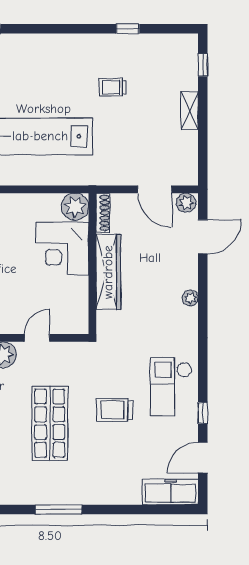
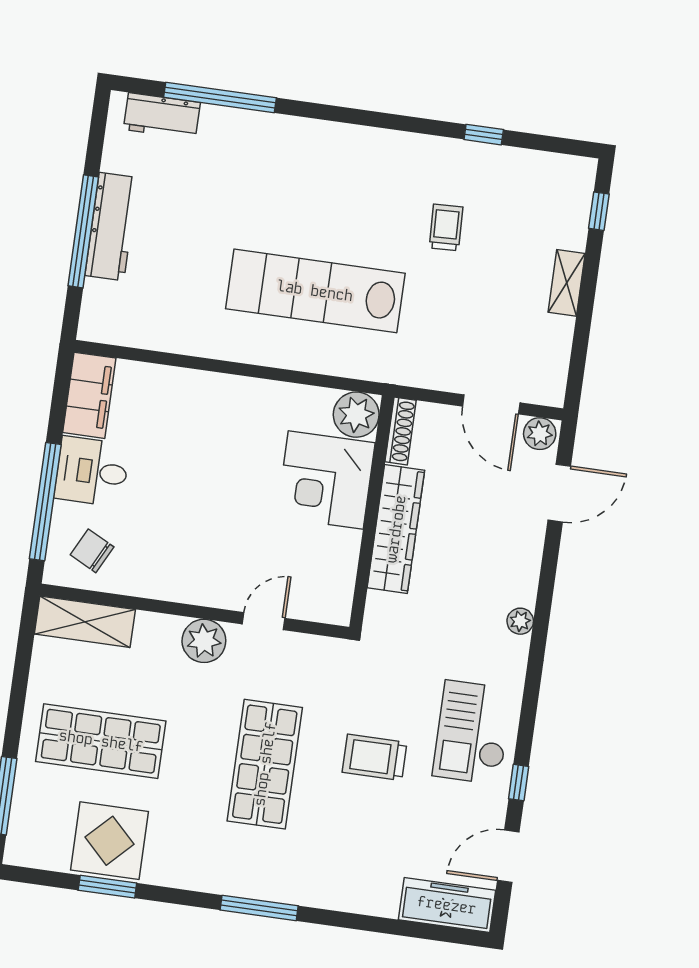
trolley: (113, 87) -> (446, 227), turned 88
plant: (190, 298) -> (520, 621), moved

